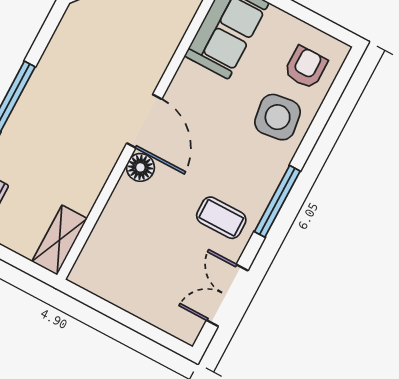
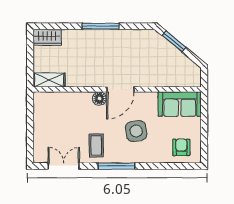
armchair: (306, 67) -> (181, 147), turned -90
side table: (278, 117) -> (136, 131), moved

